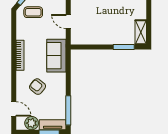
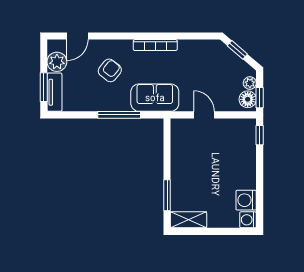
coffee table: (33, 12) -> (218, 64), removed
door: (68, 22) -> (204, 115), hinge flipped
window: (68, 110) -> (119, 115), moved

